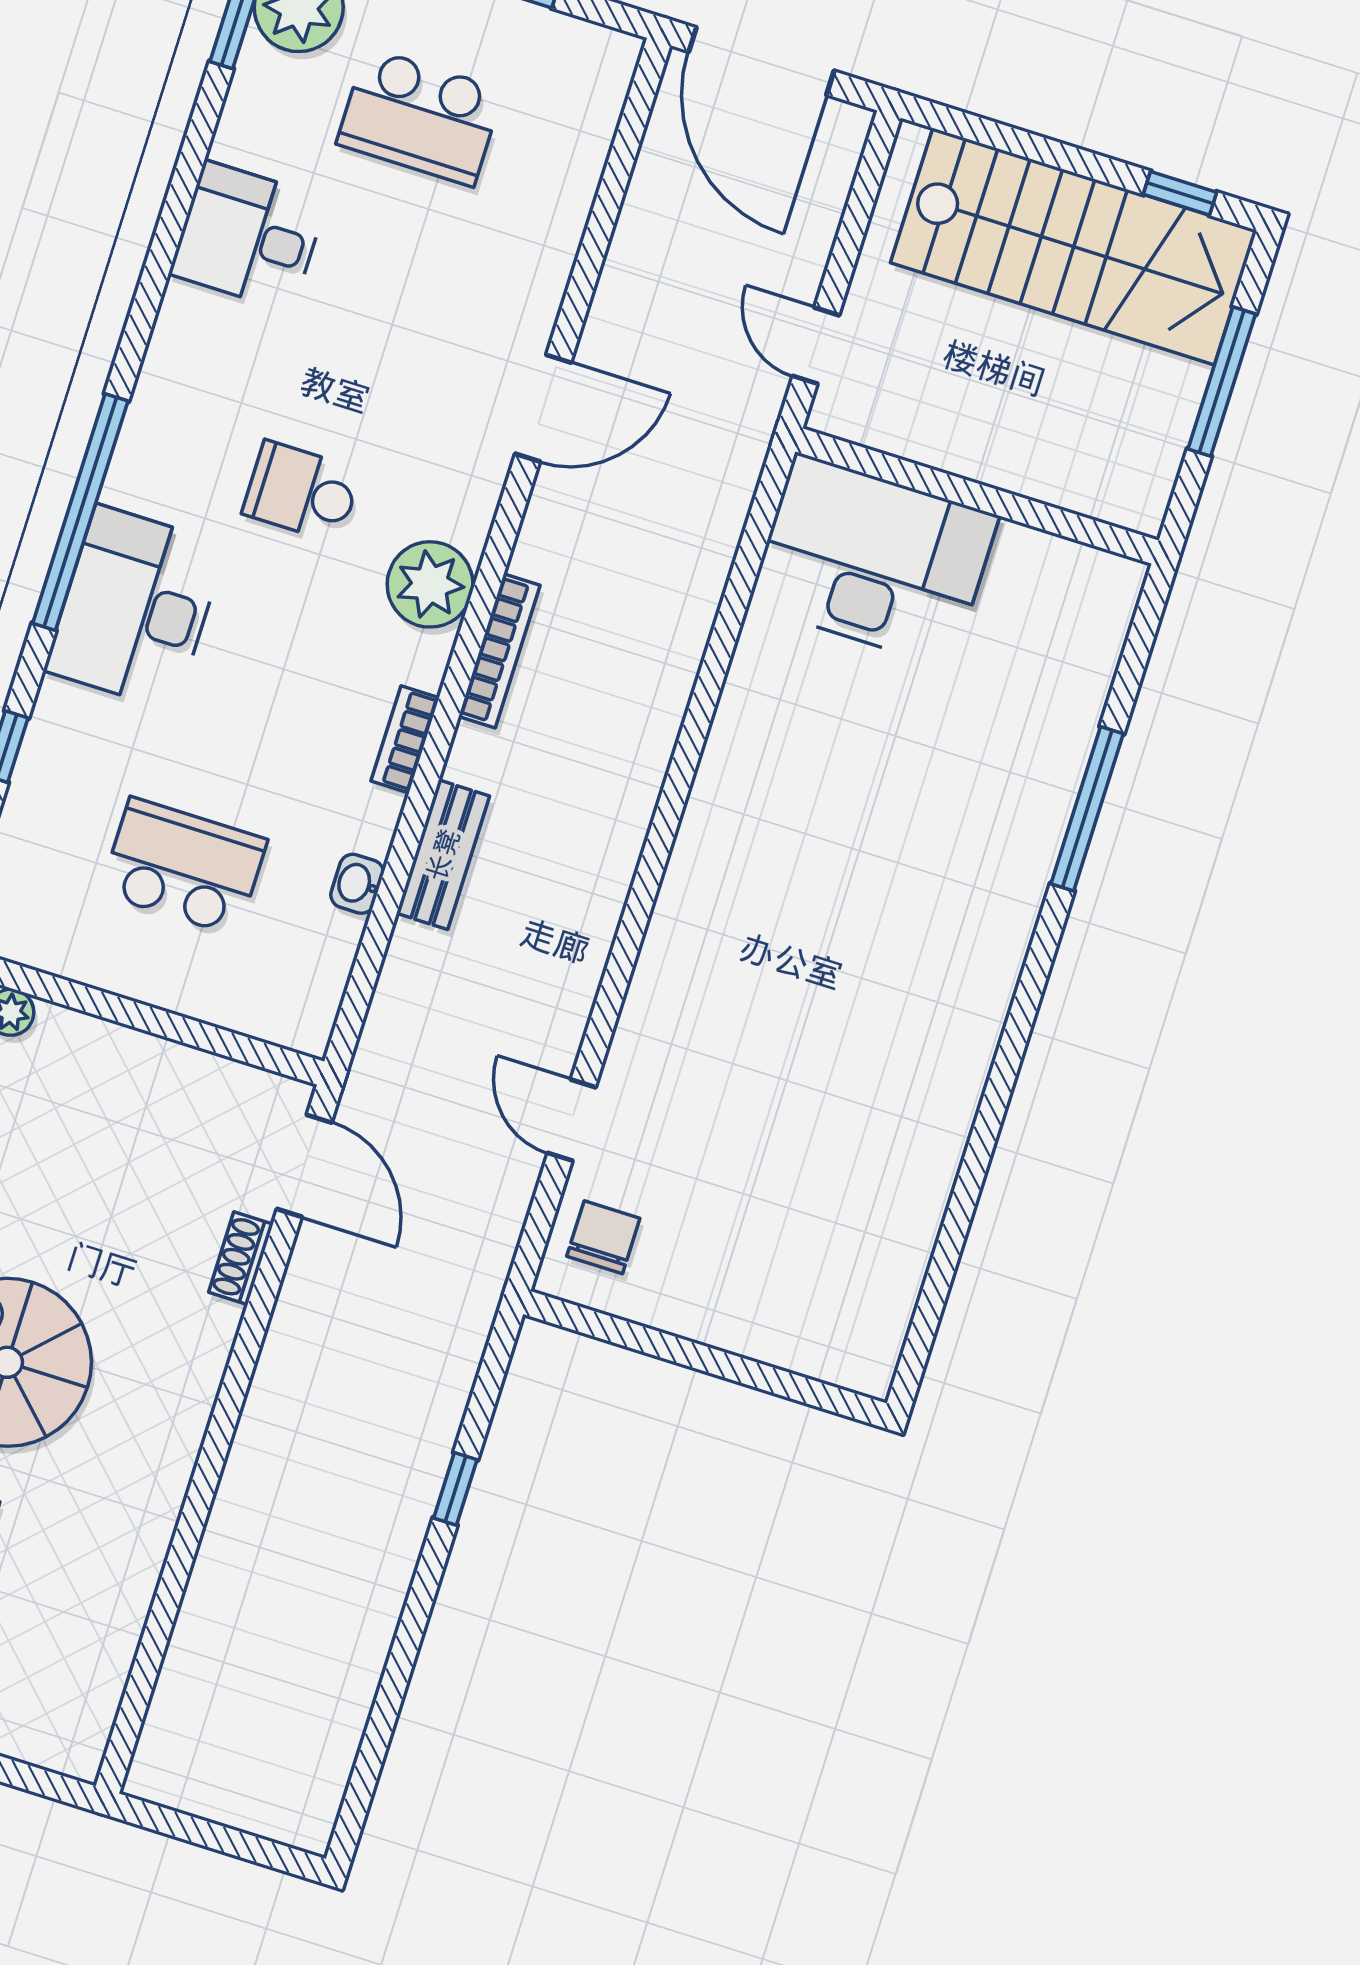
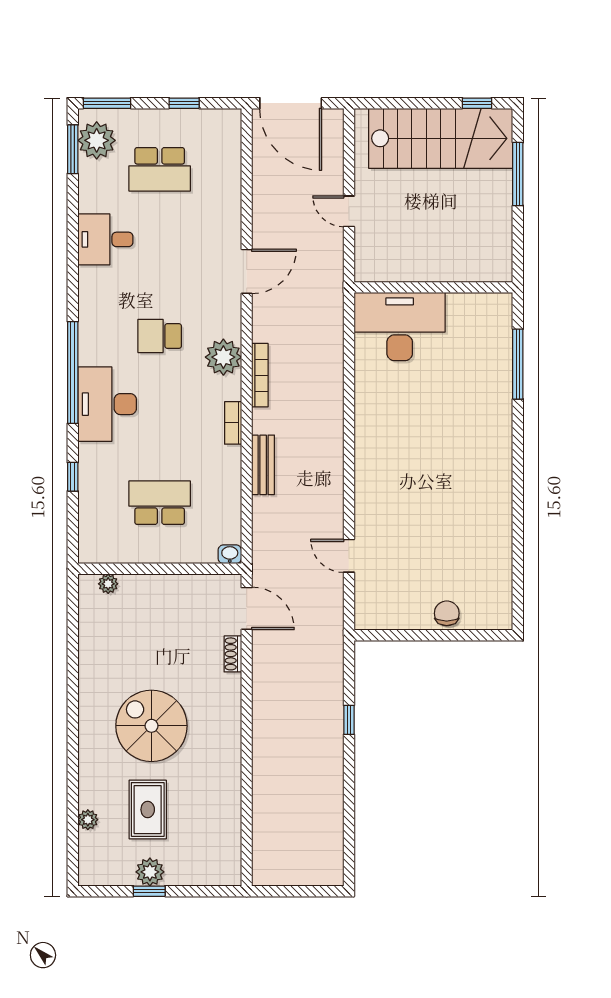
wall: (977, 496) -> (433, 287), moved
desk: (873, 560) -> (400, 327), moved
washbasin: (357, 884) -> (230, 554), moved, turned 90
chair: (603, 1237) -> (447, 613), moved

